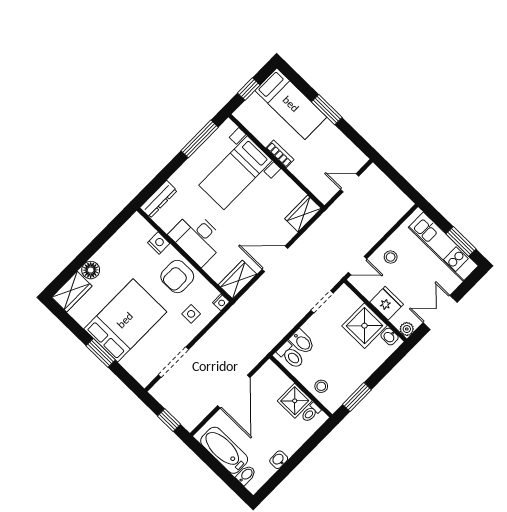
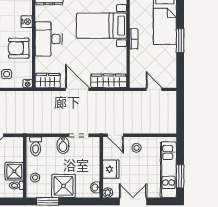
wardrobe: (303, 214) -> (109, 81), width x1.50
shower: (365, 326) -> (64, 186), moved
bidet: (302, 342) -> (63, 145), moved

